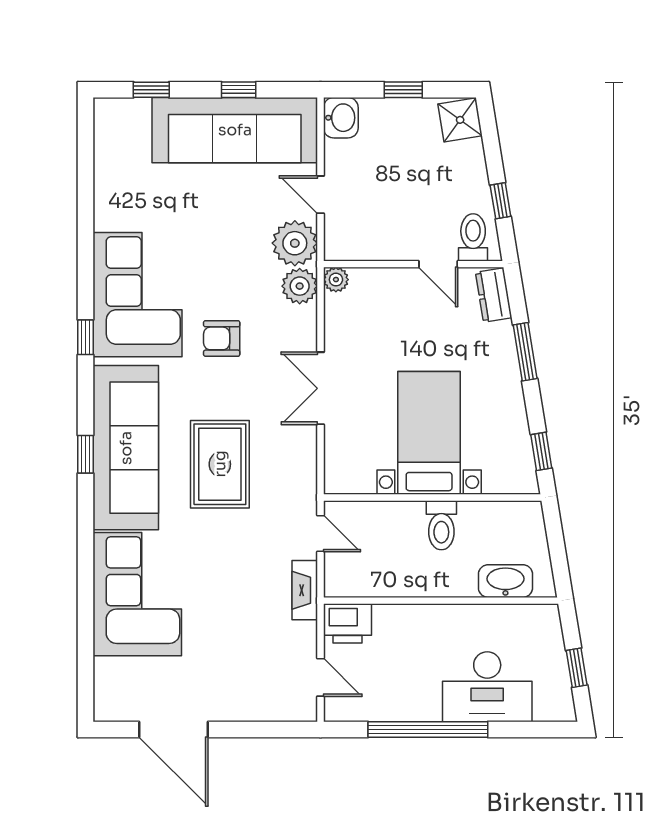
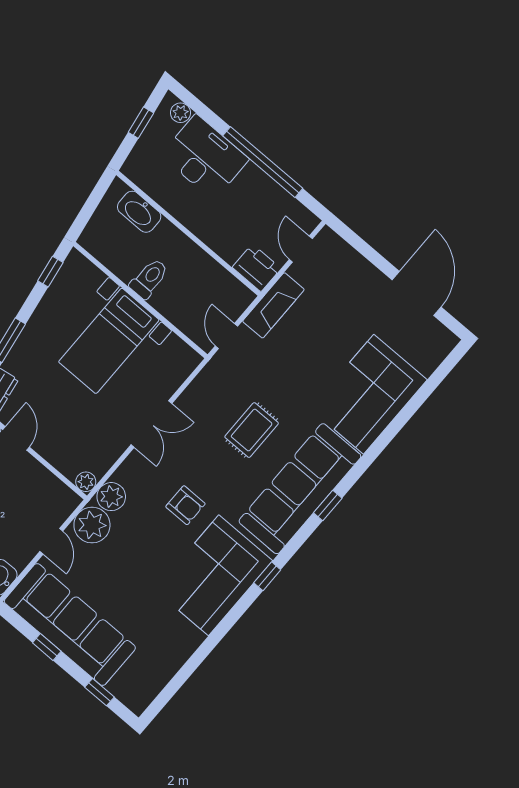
rug: (220, 464) -> (252, 430), width x0.73, depth x0.70
fireplace: (305, 590) -> (273, 305), width x1.37, depth x1.32
plant: (547, 709) -> (180, 113), added

